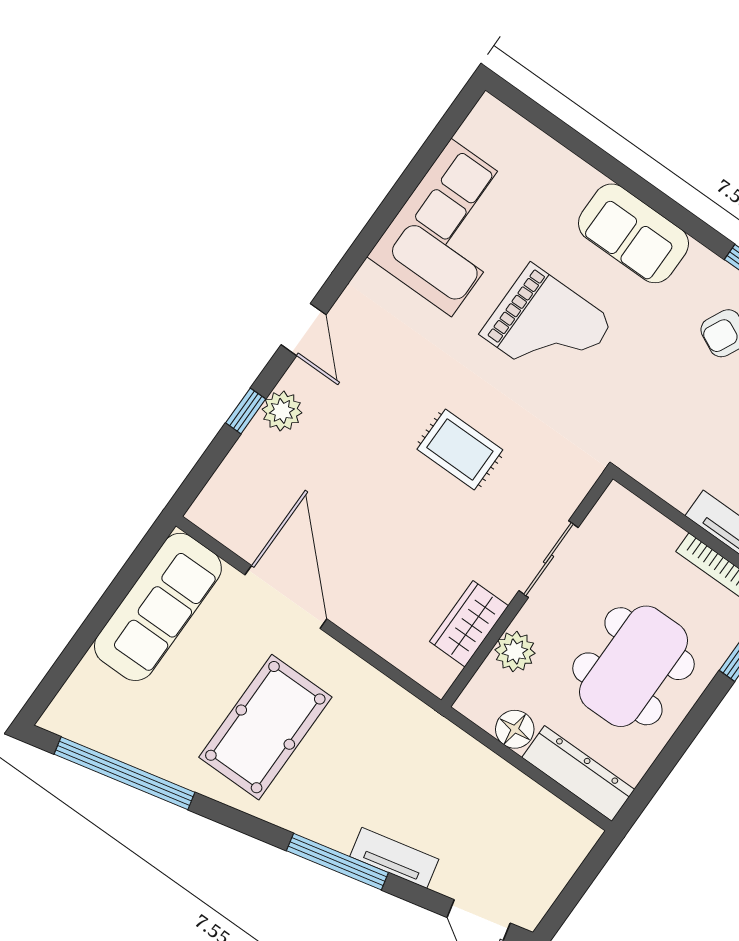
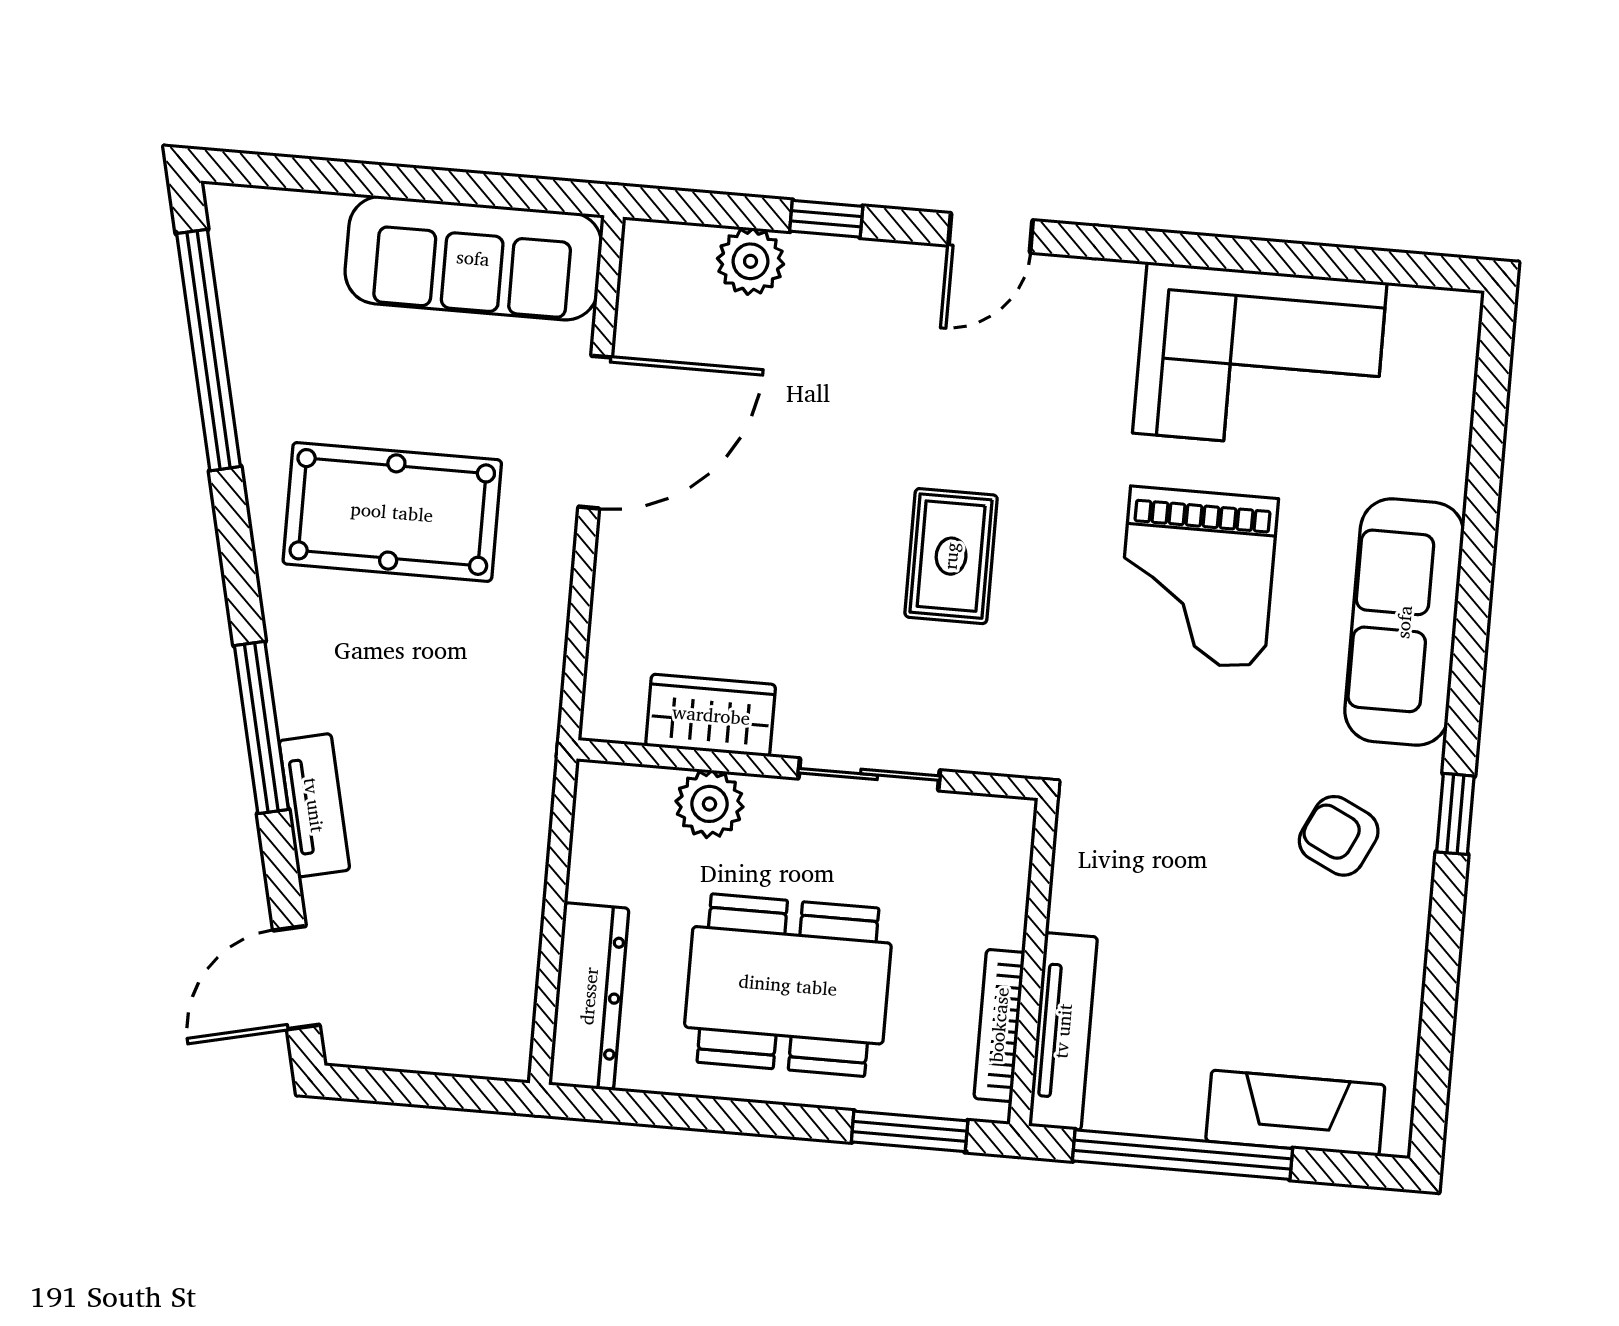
sofa: (633, 233) -> (1404, 622), width x1.36
plant: (282, 411) -> (751, 261), moved
floor lamp: (515, 729) -> (599, 869), removed

